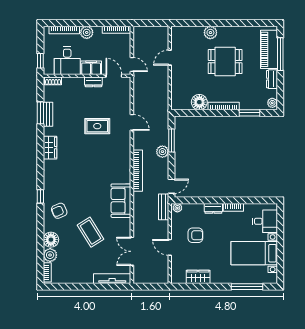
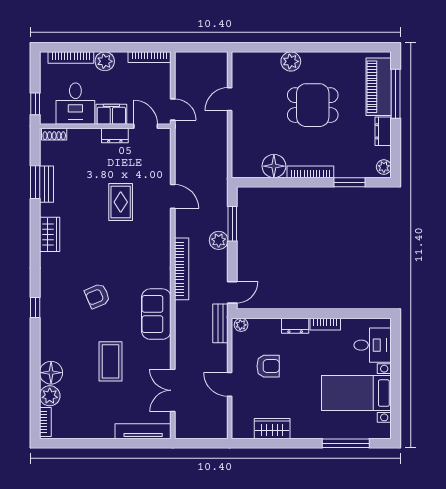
rug: (97, 126) -> (121, 202), turned 90
armchair: (59, 211) -> (97, 296), moved
coffee table: (90, 232) -> (110, 361), turned 32

